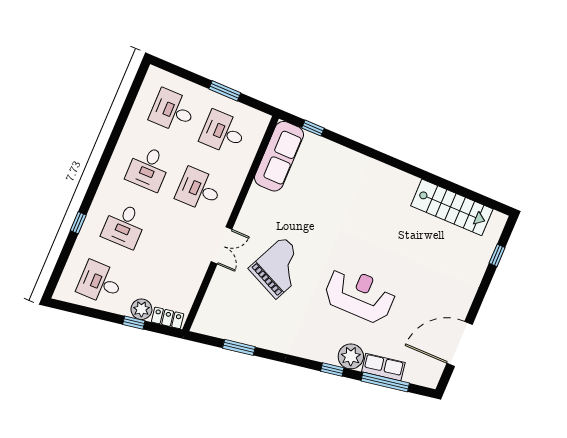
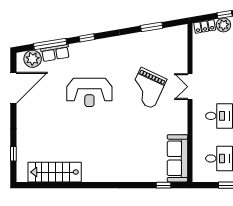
plant: (351, 356) -> (33, 59), moved

